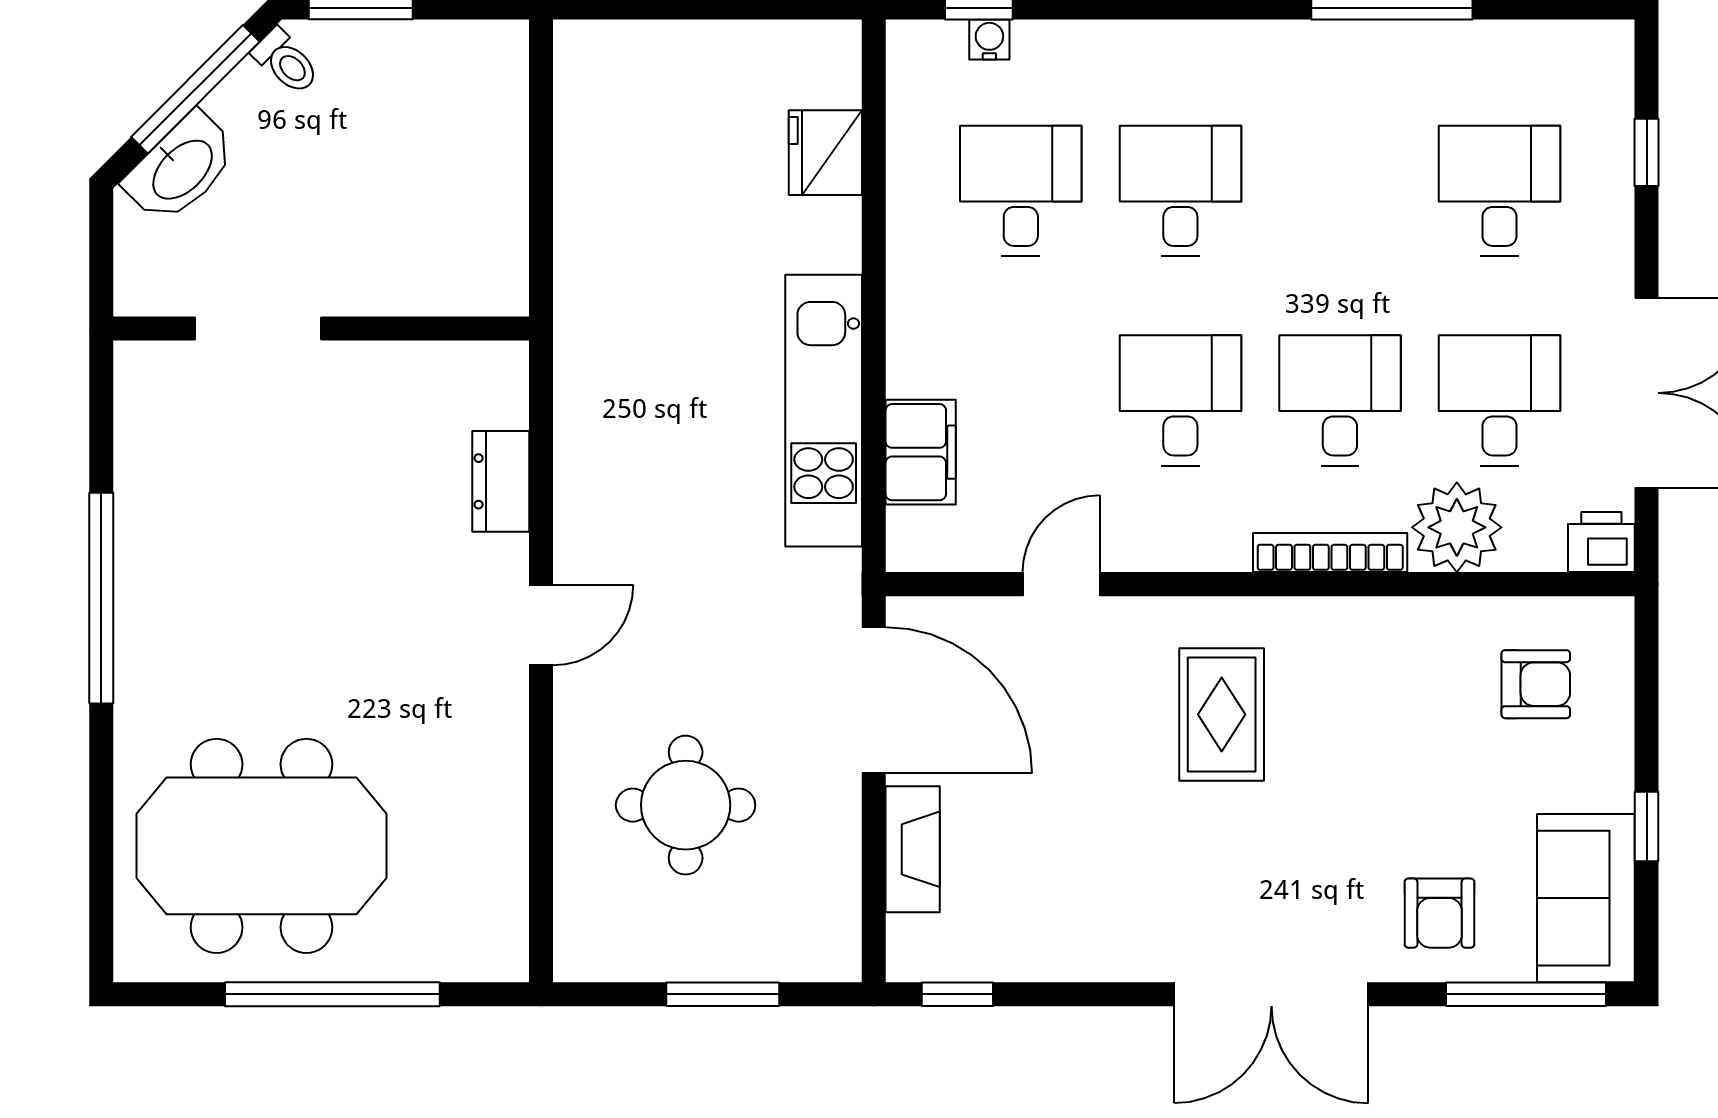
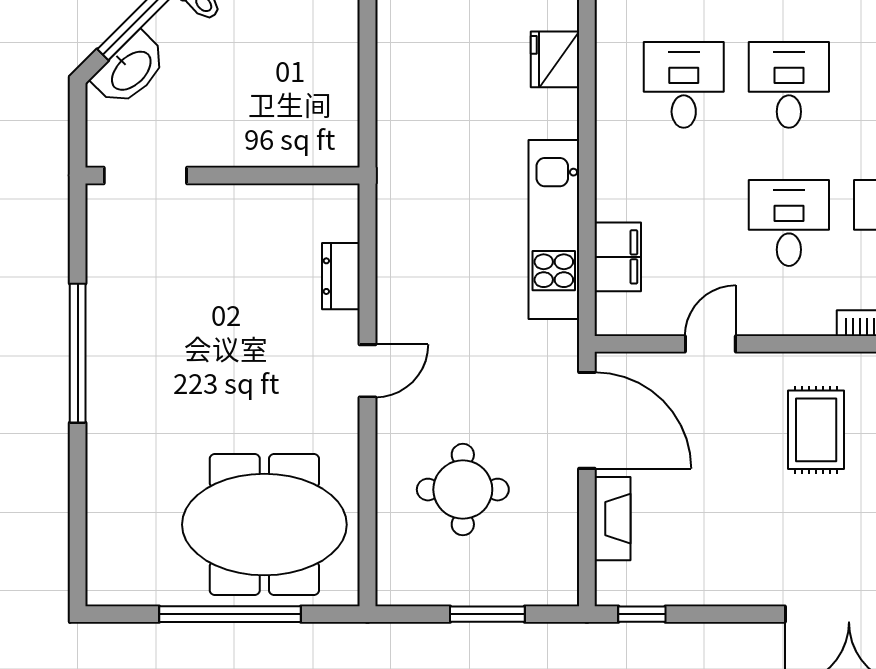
doorway: (258, 329) -> (145, 175), moved
meeting table: (261, 846) -> (264, 525), moved

